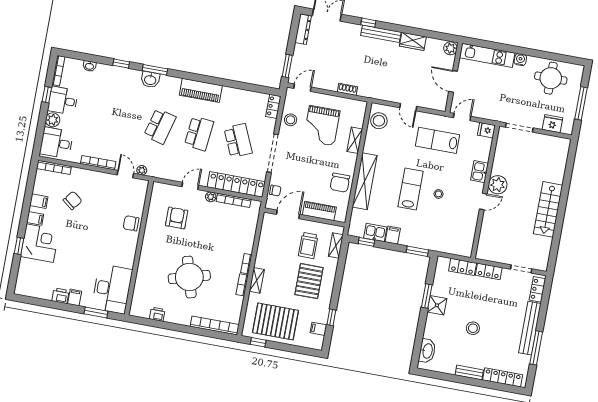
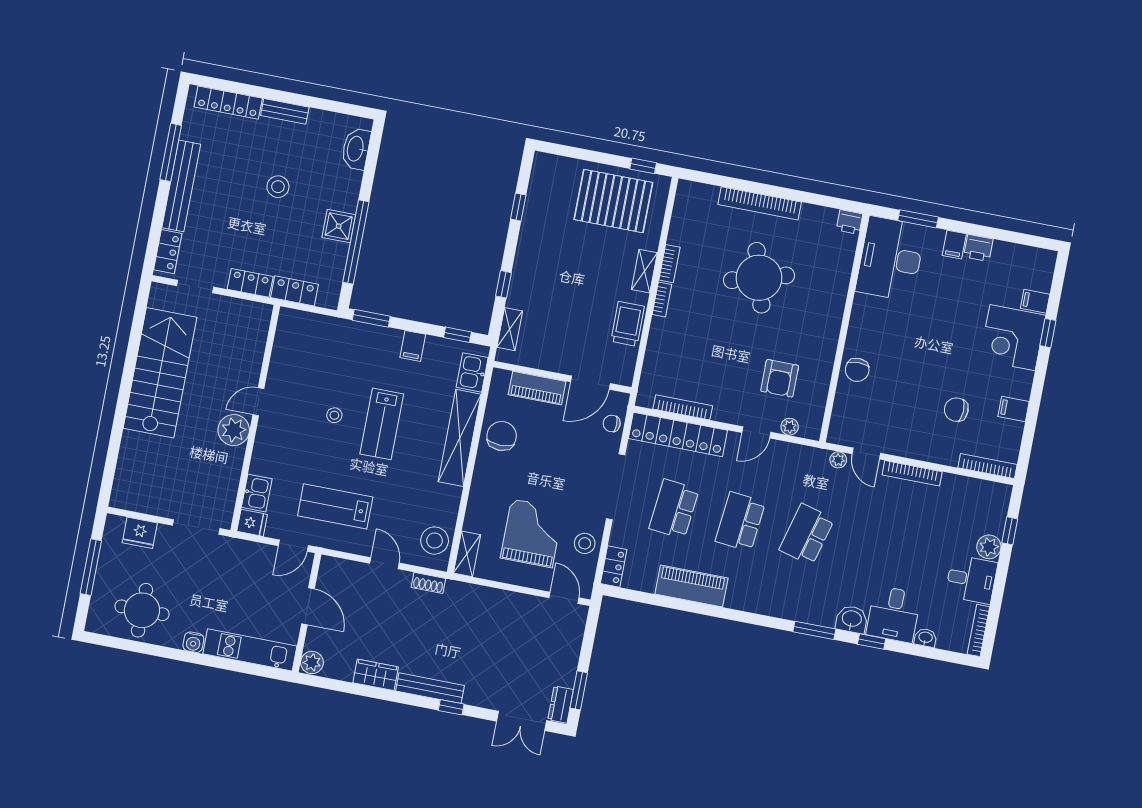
dresser: (303, 29) -> (561, 705), width x0.70
window: (287, 66) -> (579, 690), moved
washbasin: (150, 80) -> (852, 619), moved
door: (302, 88) -> (564, 598), swing flipped
shoe rack: (347, 89) -> (428, 583), moved
piano: (201, 90) -> (691, 586), moved
window: (47, 95) -> (1010, 531), moved
shelving: (355, 140) -> (467, 554), moved
lab bench: (438, 140) -> (335, 506), turned 180
school desk: (238, 141) -> (674, 509), turned 30
desk: (56, 143) -> (894, 614), moved, turned 90
kitchen sink: (479, 172) -> (257, 493), moved
plant: (211, 197) -> (790, 427), moved
chair: (73, 200) -> (956, 410), turned 54
stairs: (548, 209) -> (160, 373), width x1.36, depth x1.51
filing cabinet: (35, 218) -> (1035, 301), moved
chair: (131, 223) -> (857, 370), turned 90
kitchen sink: (375, 233) -> (472, 372), moved, turned 90
trolley: (308, 245) -> (628, 324), moved
window: (340, 272) -> (503, 284), added
pallet: (309, 281) -> (556, 269), removed
window: (427, 296) -> (356, 242), width x2.11
printer: (157, 314) -> (849, 222), moved
bookcase: (215, 325) -> (760, 203), moved
filing cabinet: (318, 329) -> (540, 188), removed

